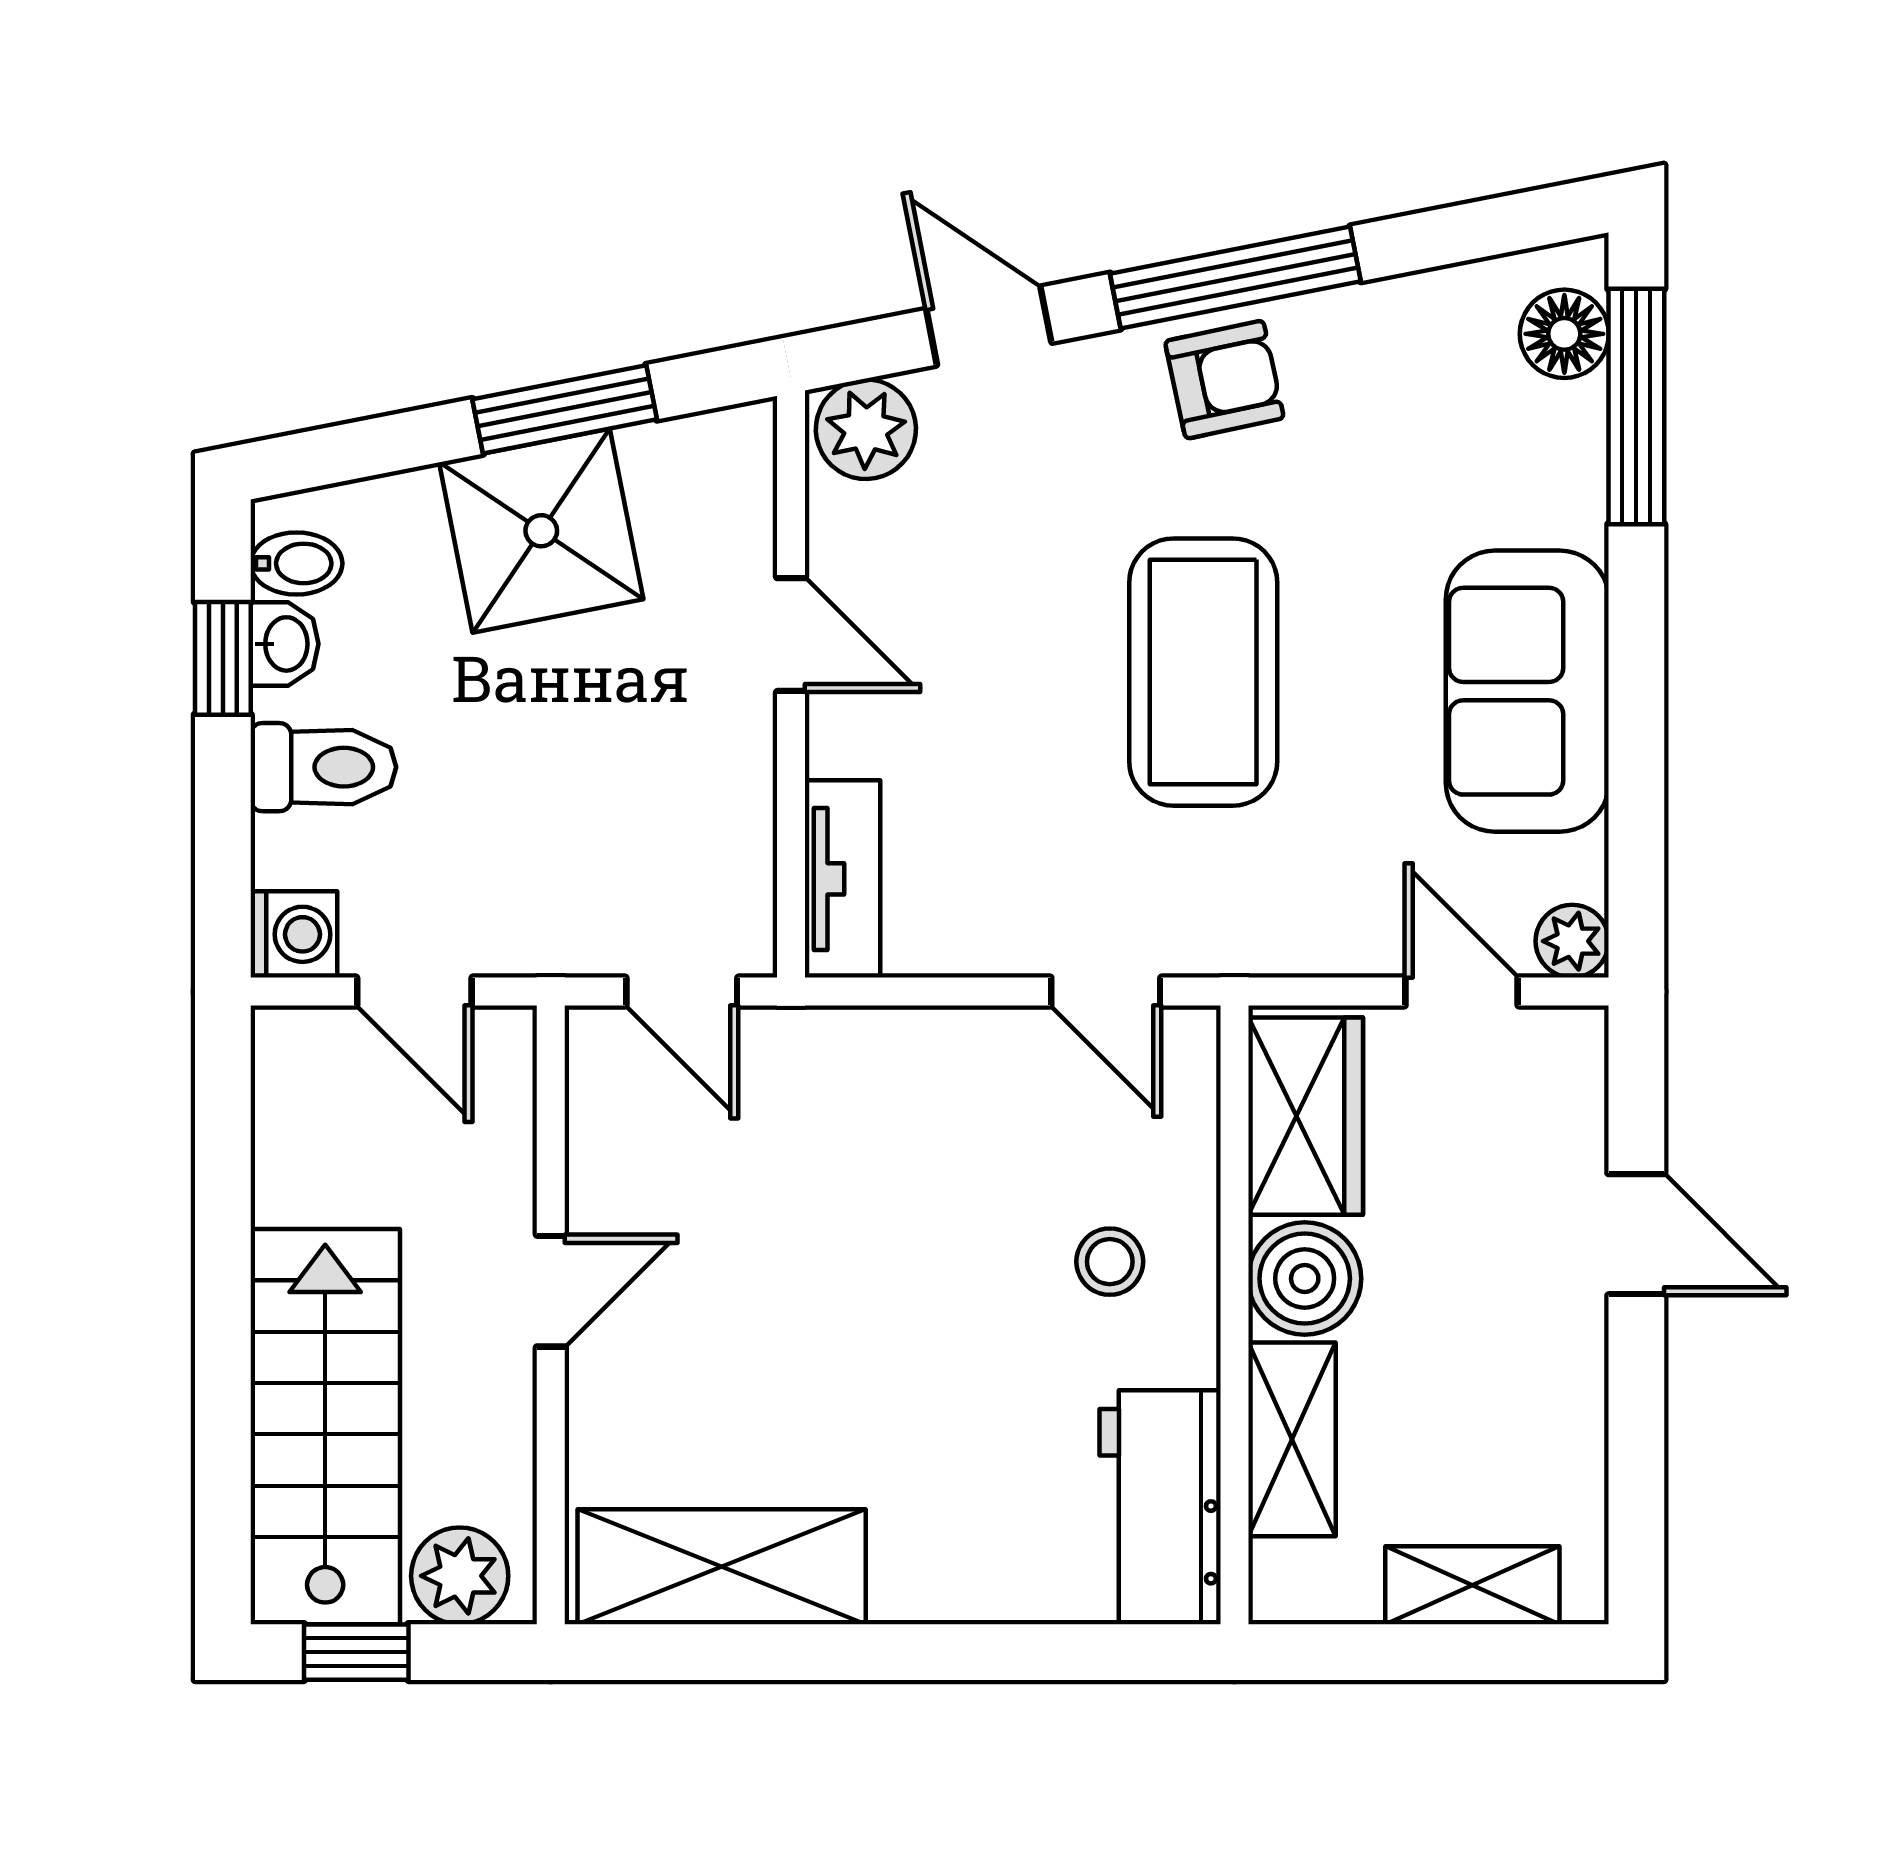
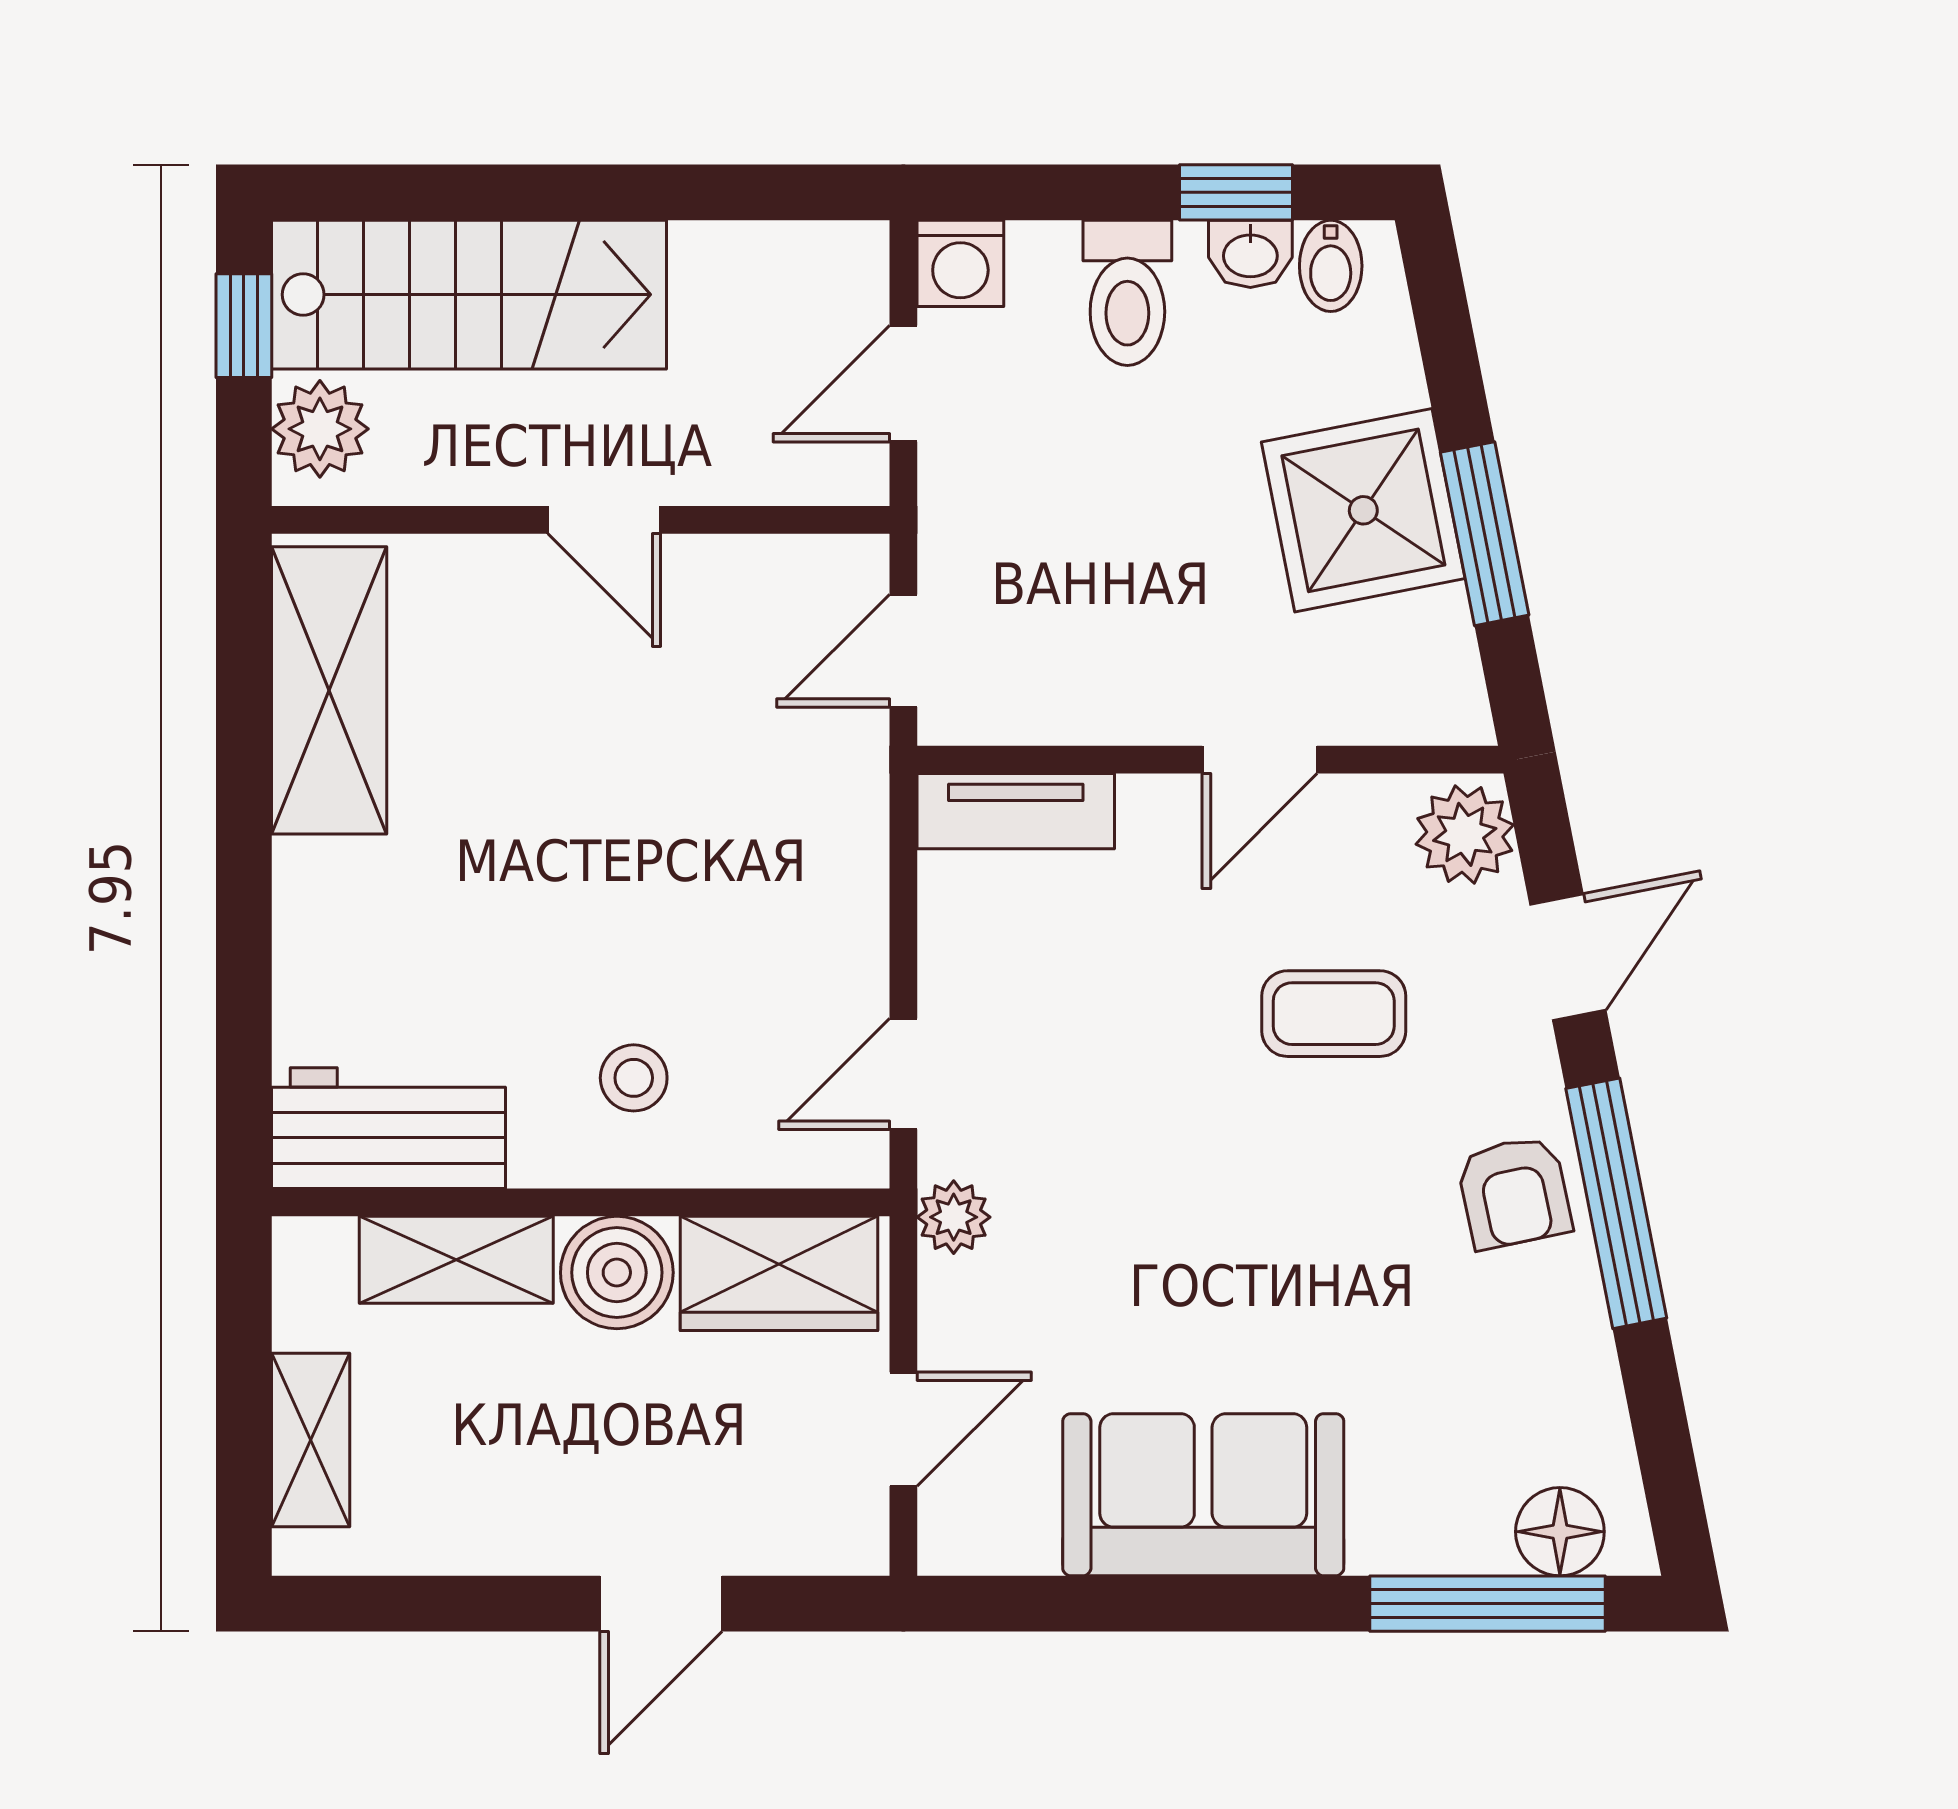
coffee table: (1203, 672) -> (1334, 1014), moved, width x0.54, depth x0.58
plant: (1572, 941) -> (954, 1217), moved

